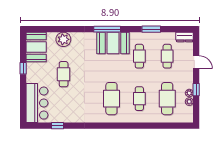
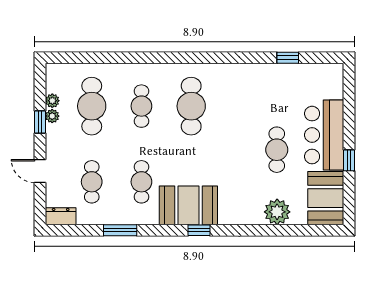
window: (107, 29) -> (199, 230), width x0.46
bar counter: (37, 103) -> (324, 135), moved

